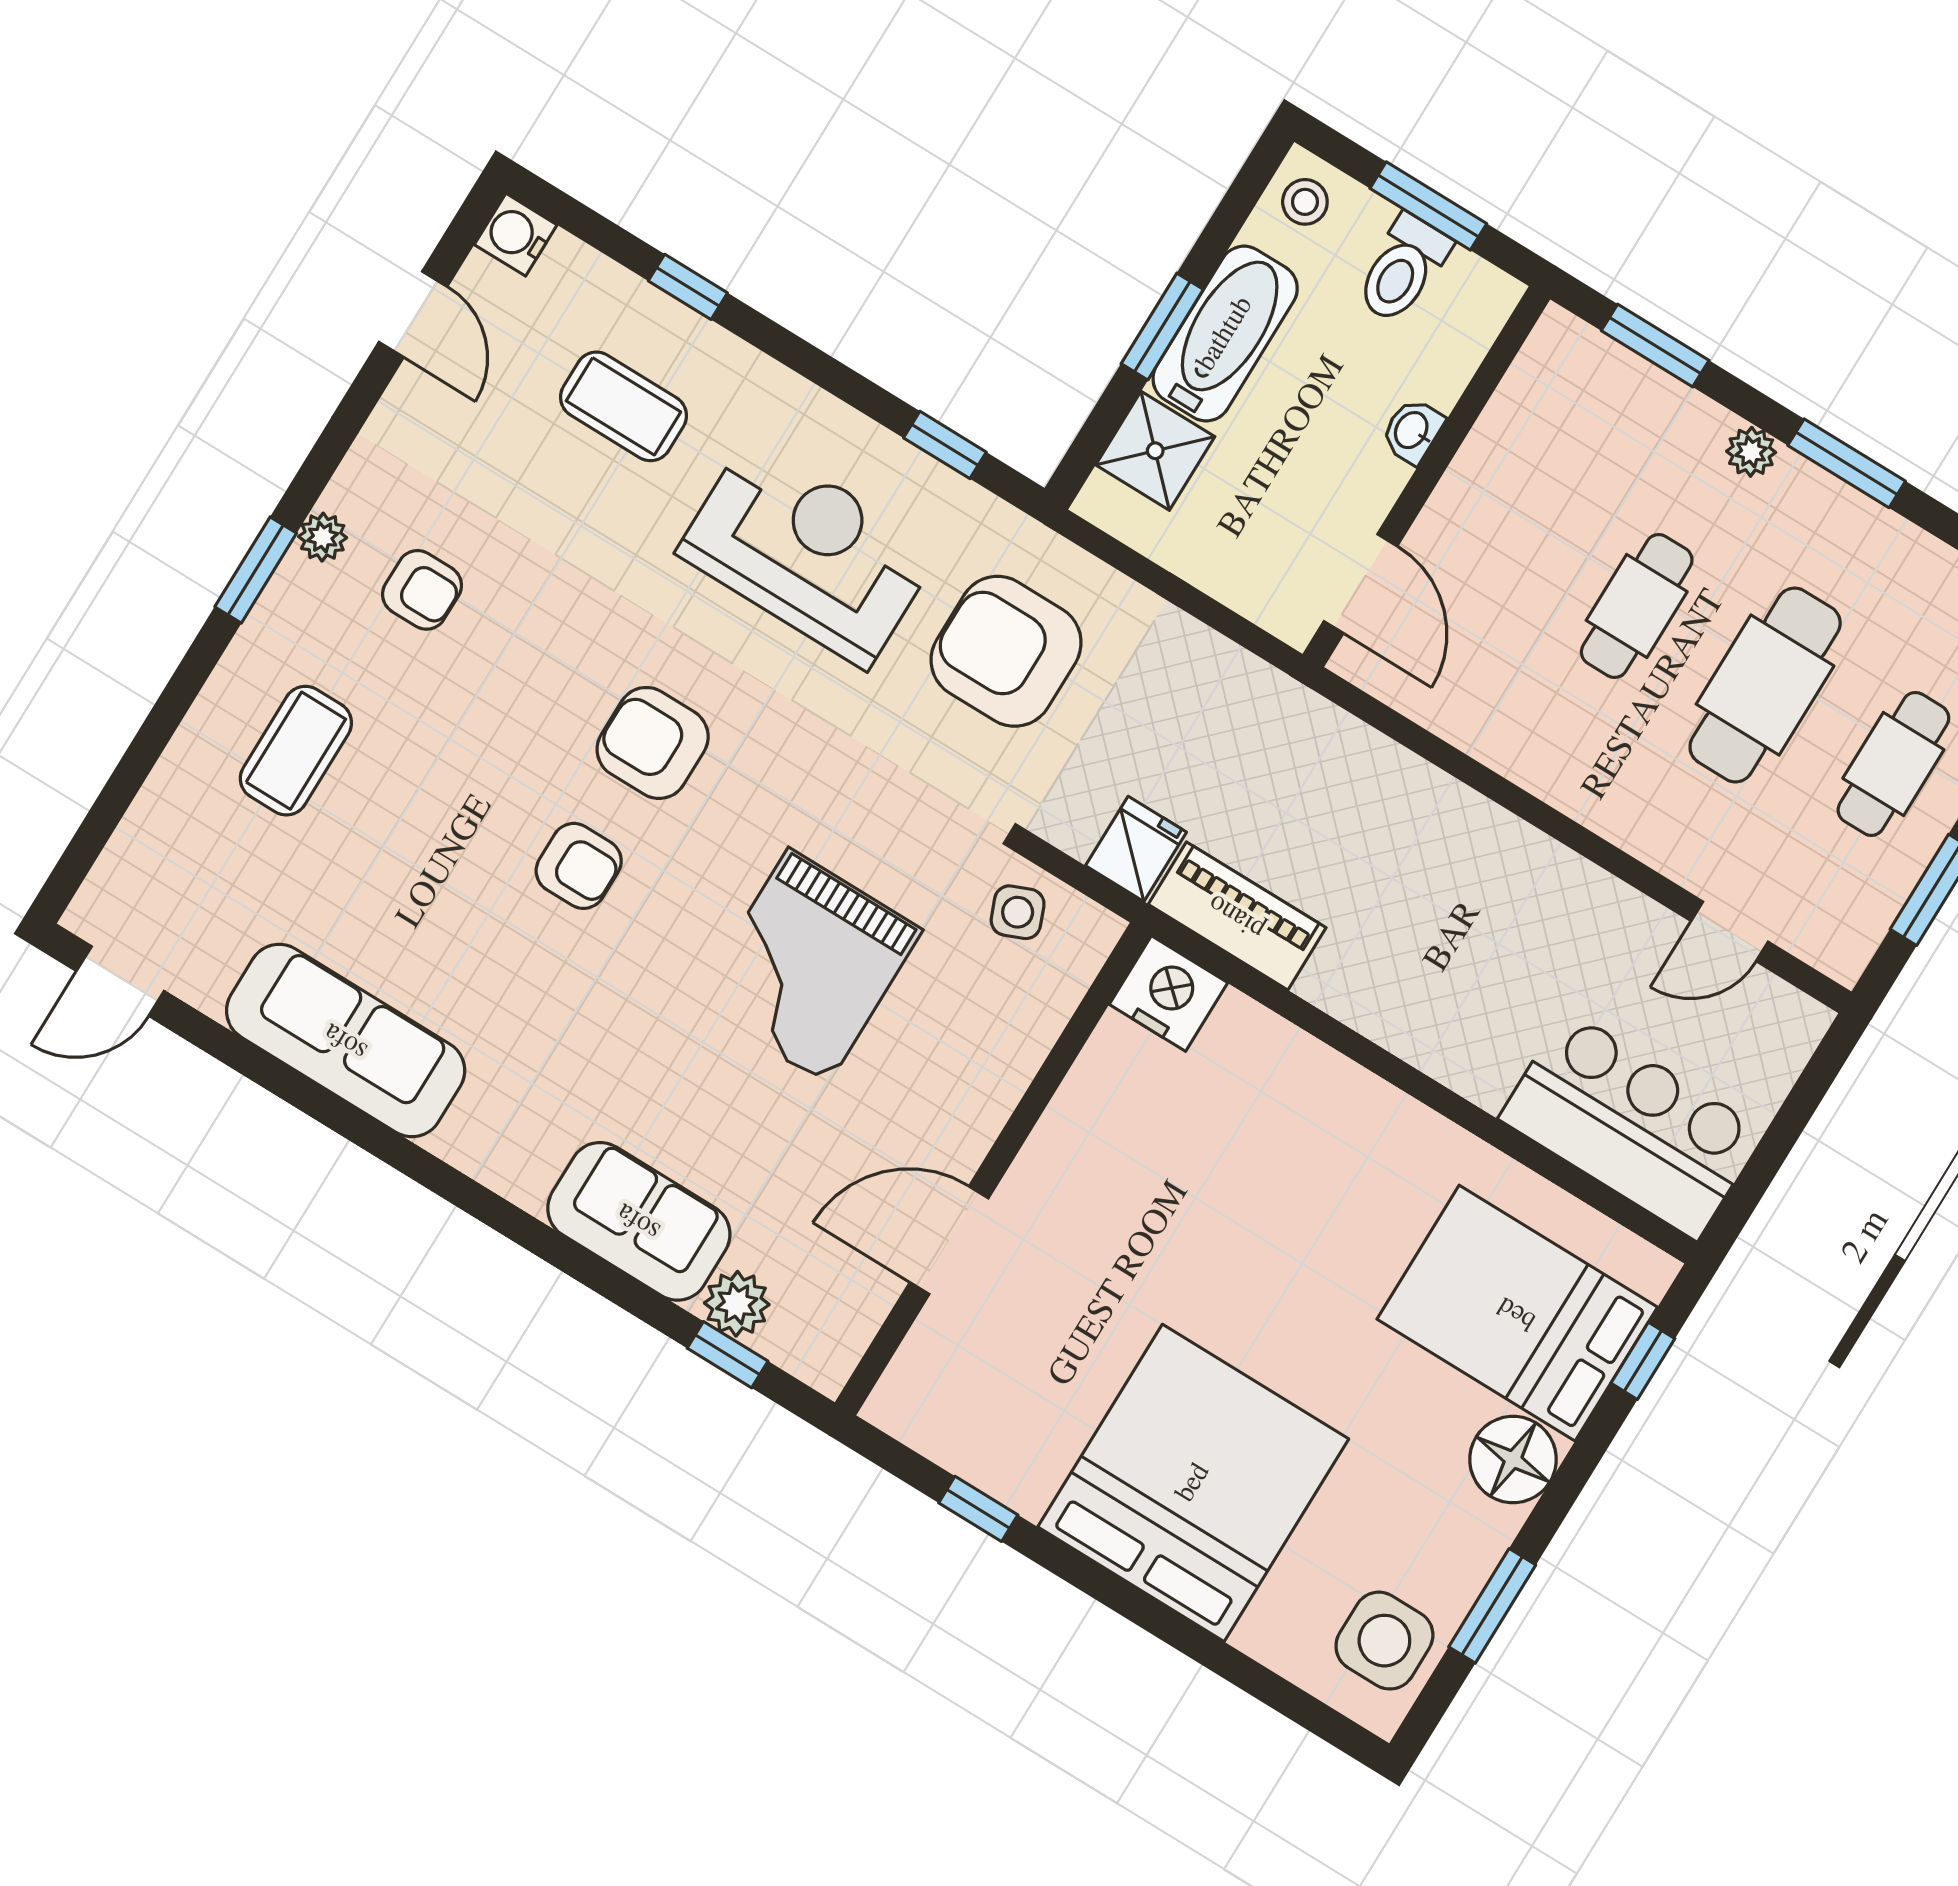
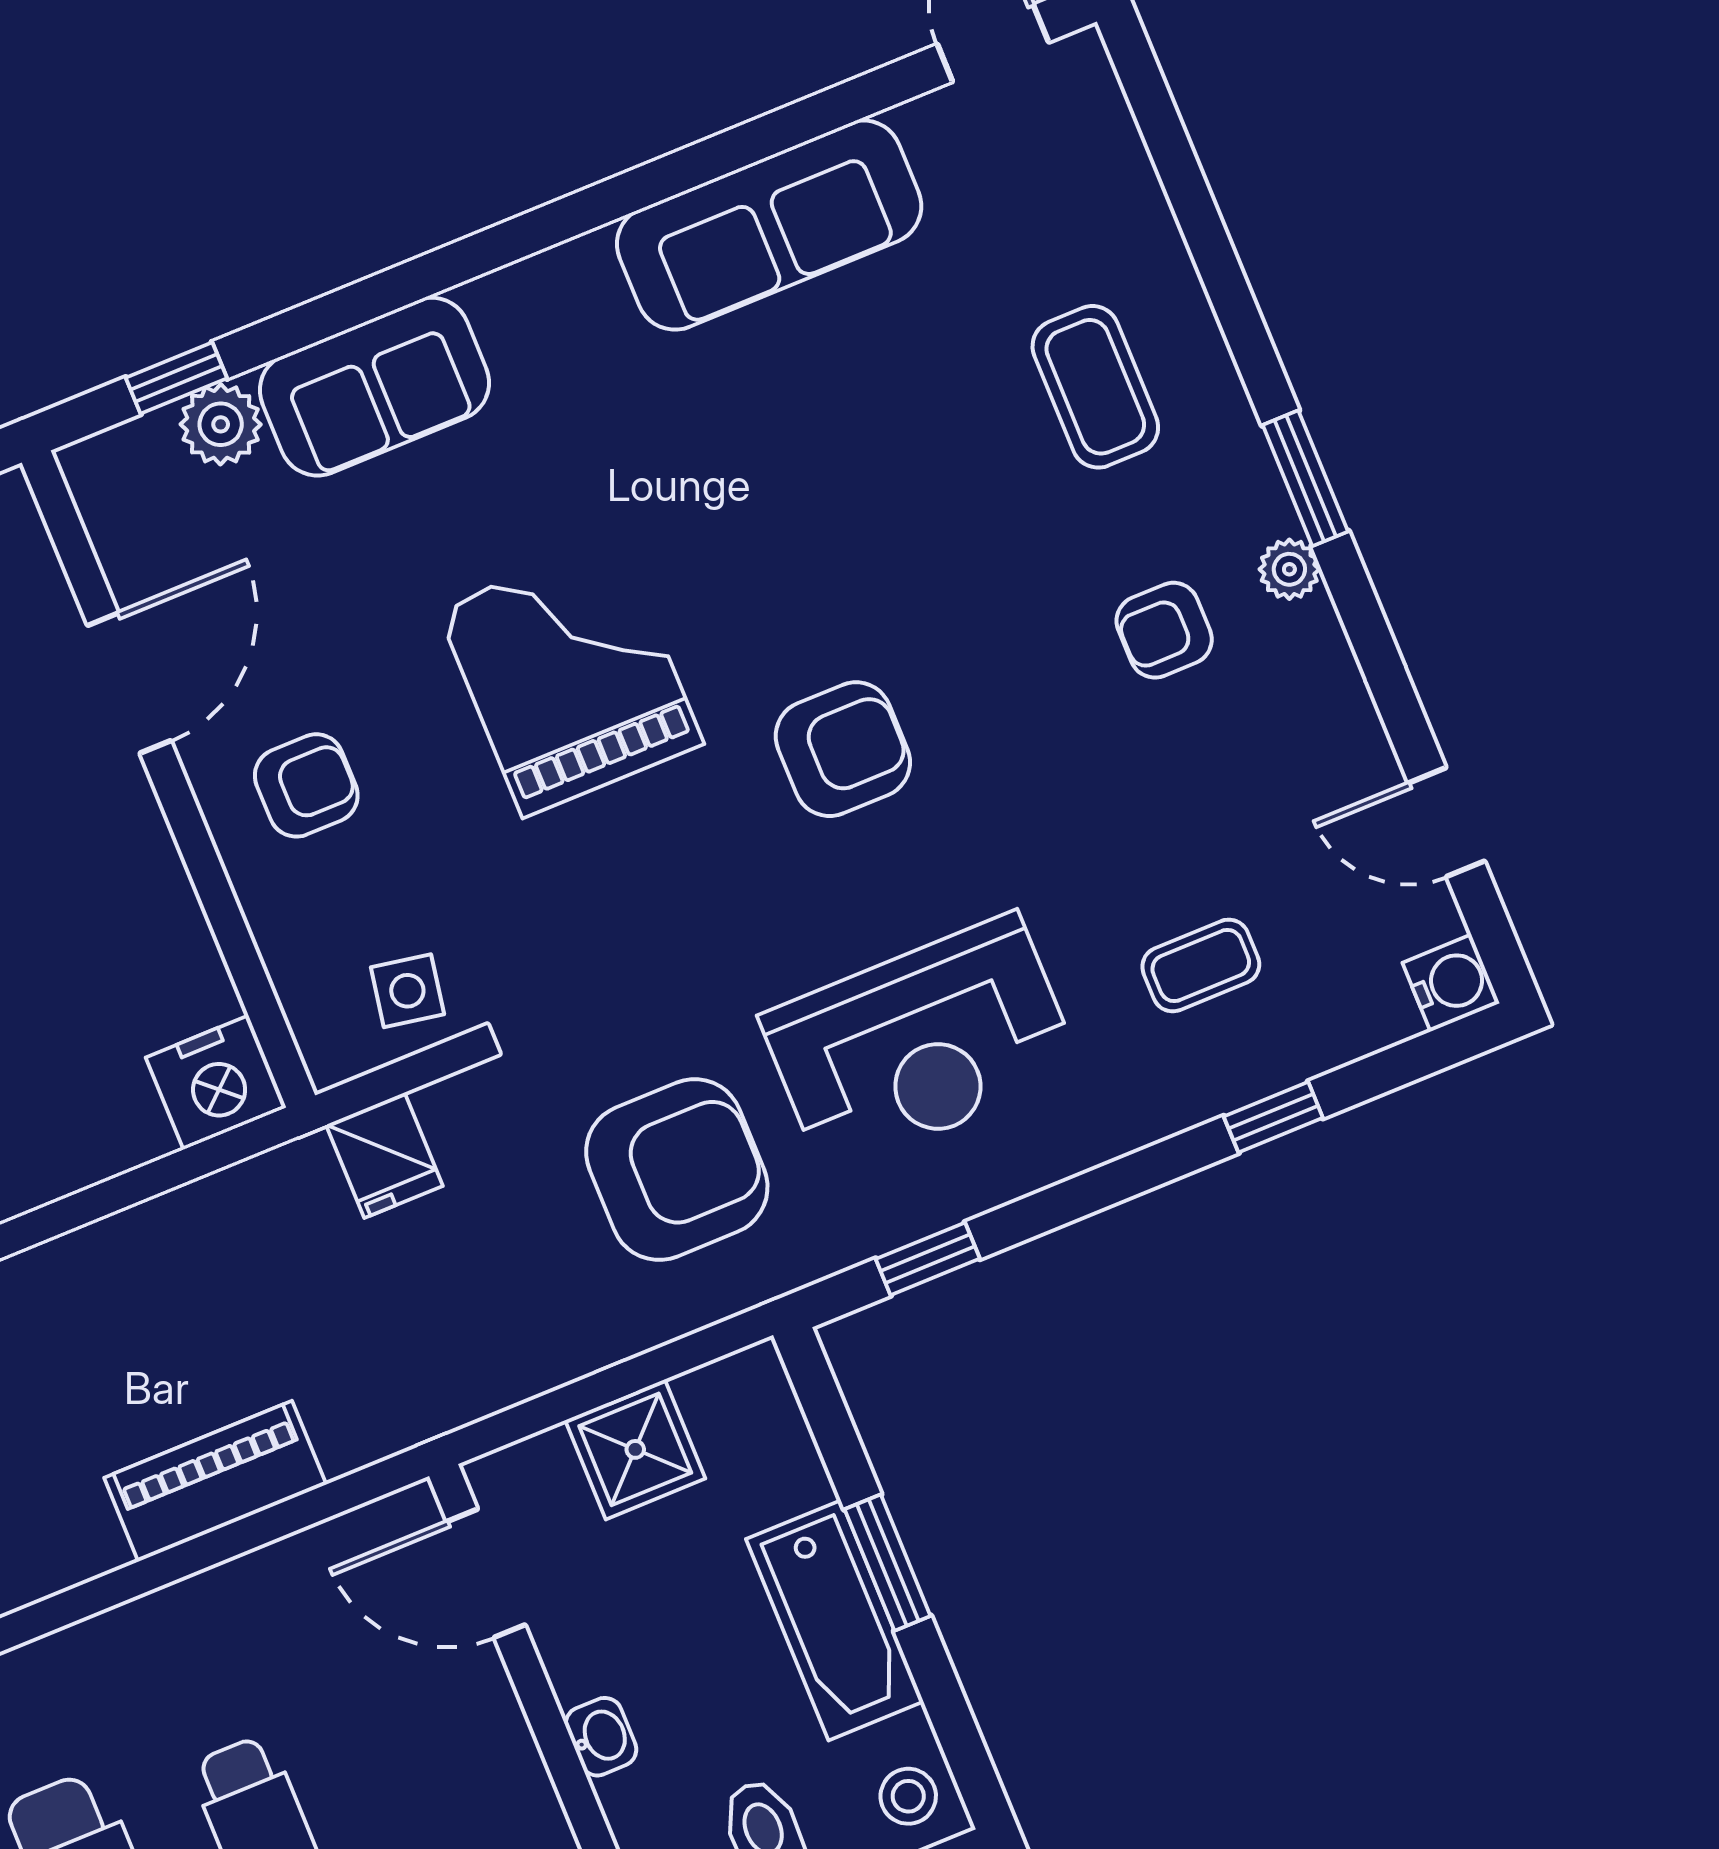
coffee table: (623, 406) -> (1201, 965), width x0.73, depth x0.77
shower: (1155, 451) -> (635, 1449), moved
armchair: (579, 866) -> (306, 785), moved, turned 180
side table: (1018, 912) -> (407, 991), turned 32
piano: (1237, 916) -> (215, 1481), moved, turned 180
grand piano: (808, 966) -> (570, 677), moved

